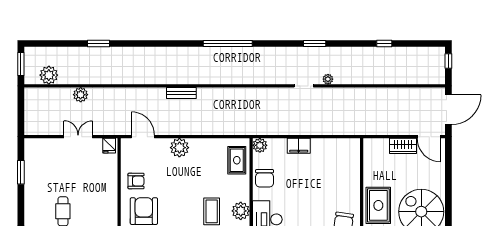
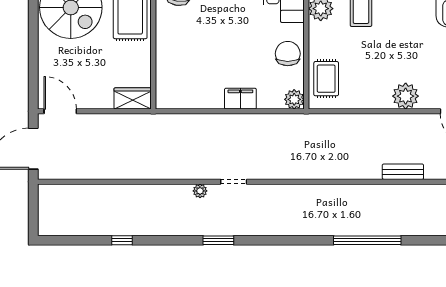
window: (228, 44) -> (367, 240), moved
window: (448, 61) -> (33, 216), removed
wardrobe: (403, 146) -> (133, 98), moved

